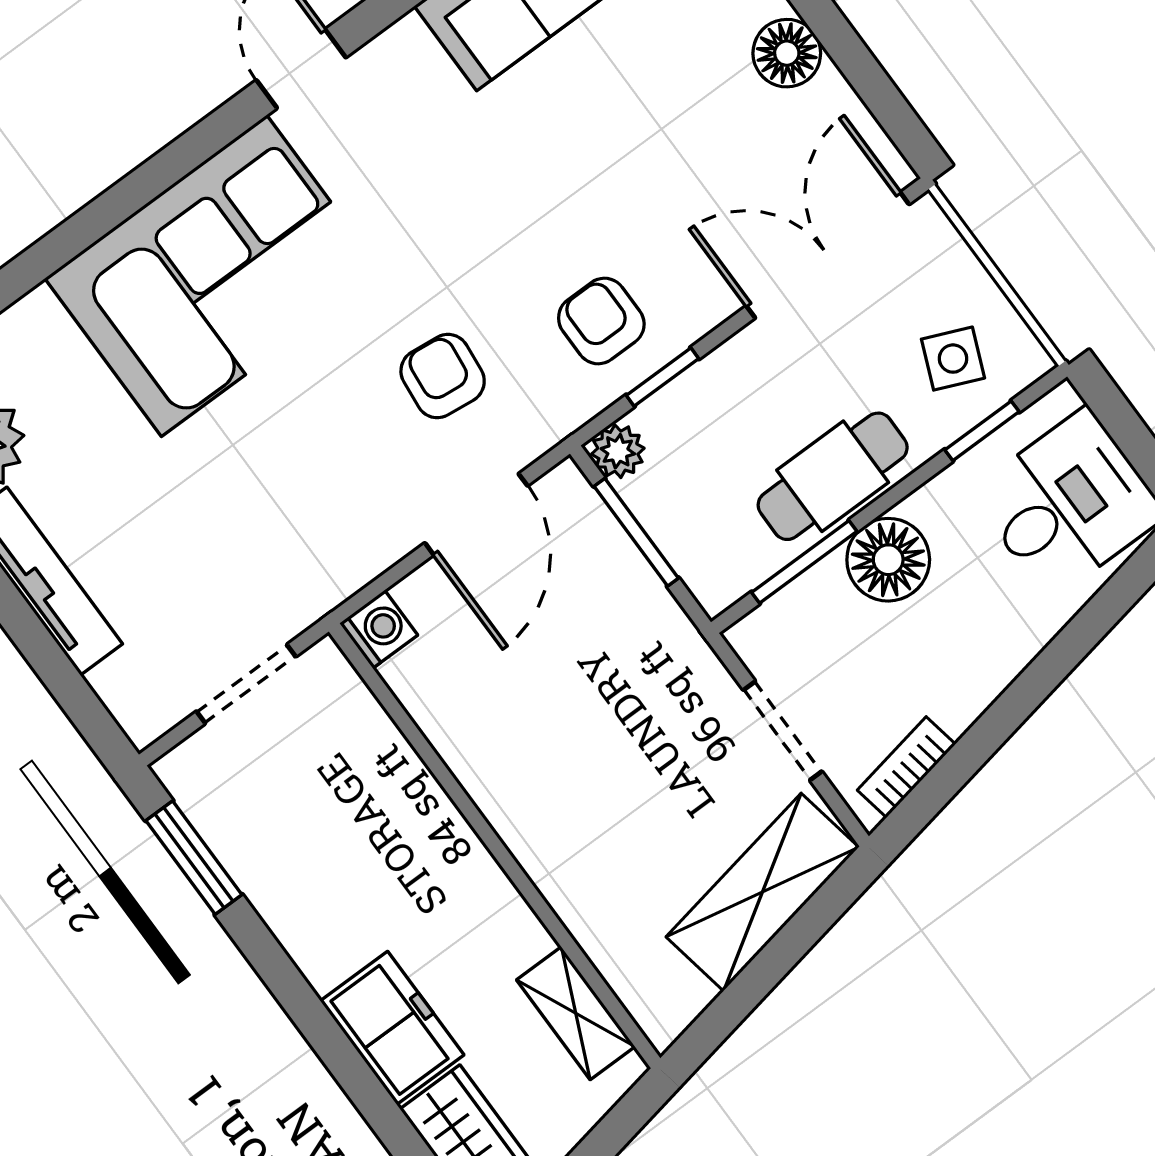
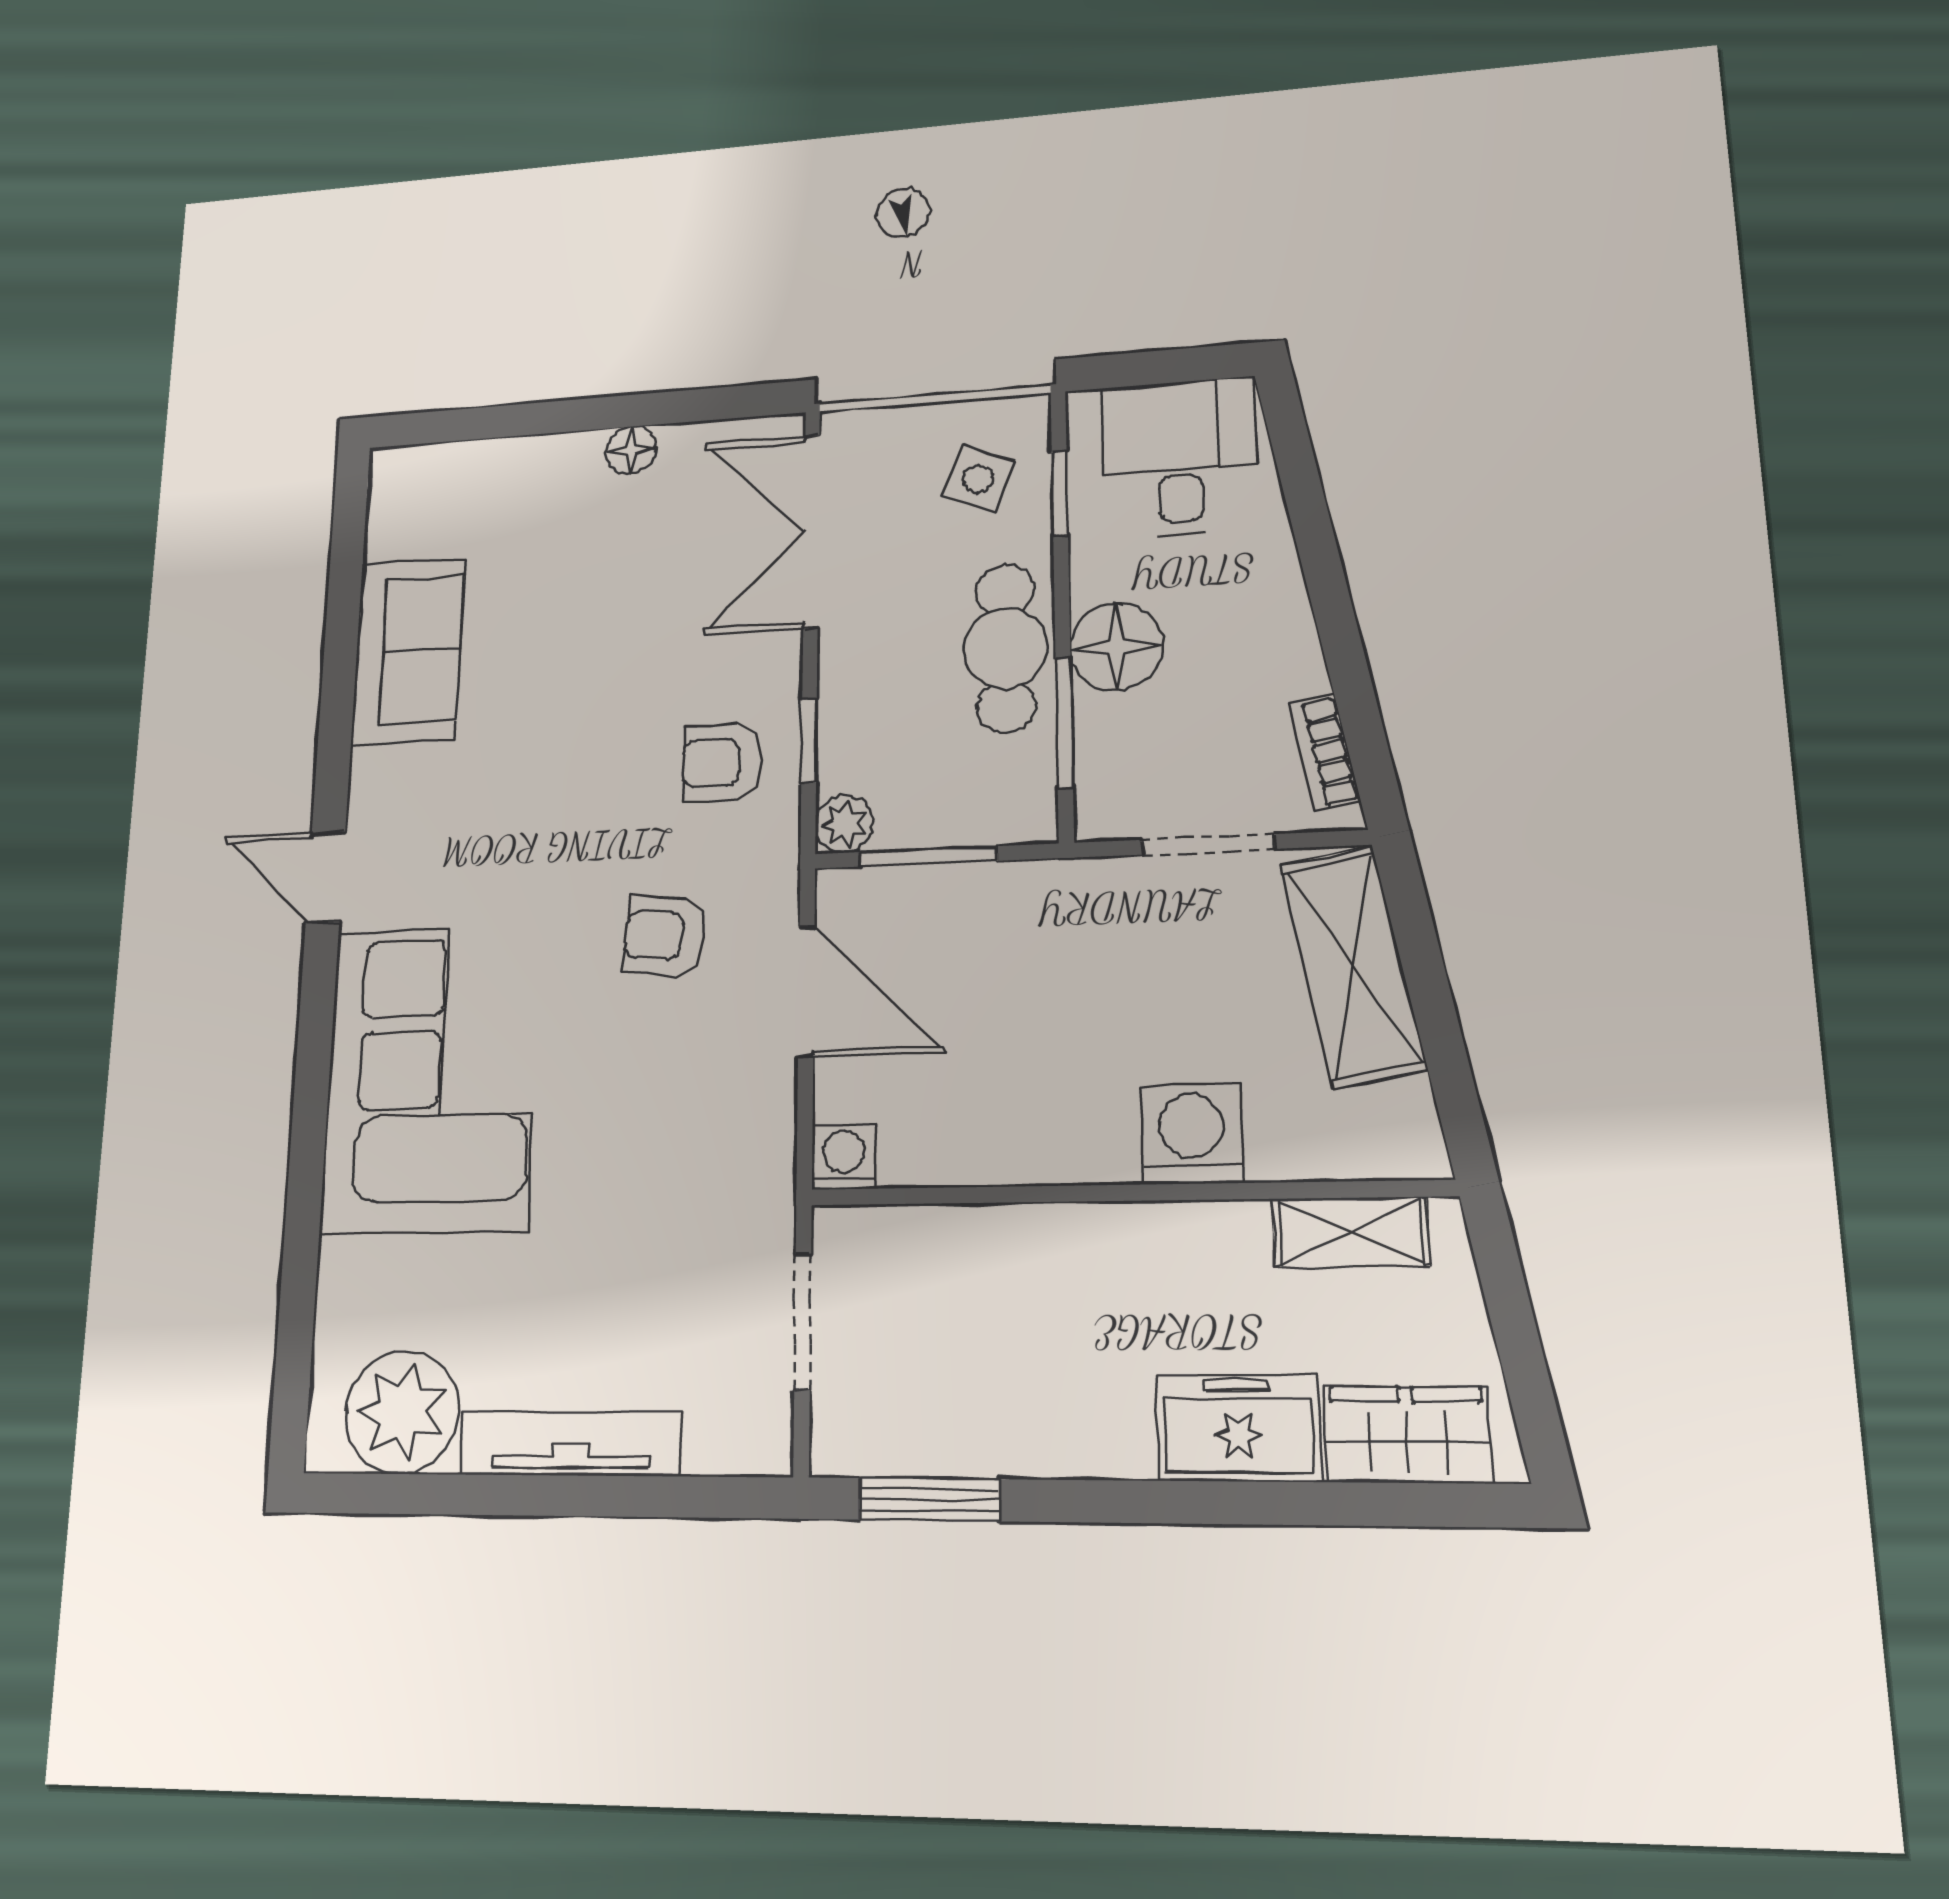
floor lamp: (787, 53) -> (631, 450), width x0.73, depth x0.73
washing machine: (567, 862) -> (1191, 1134), added

